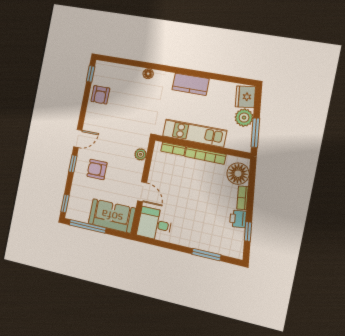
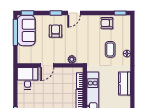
coffee table: (138, 97) -> (110, 49), added
door: (78, 139) -> (74, 13), hinge flipped
sofa: (112, 216) -> (26, 30), moved

